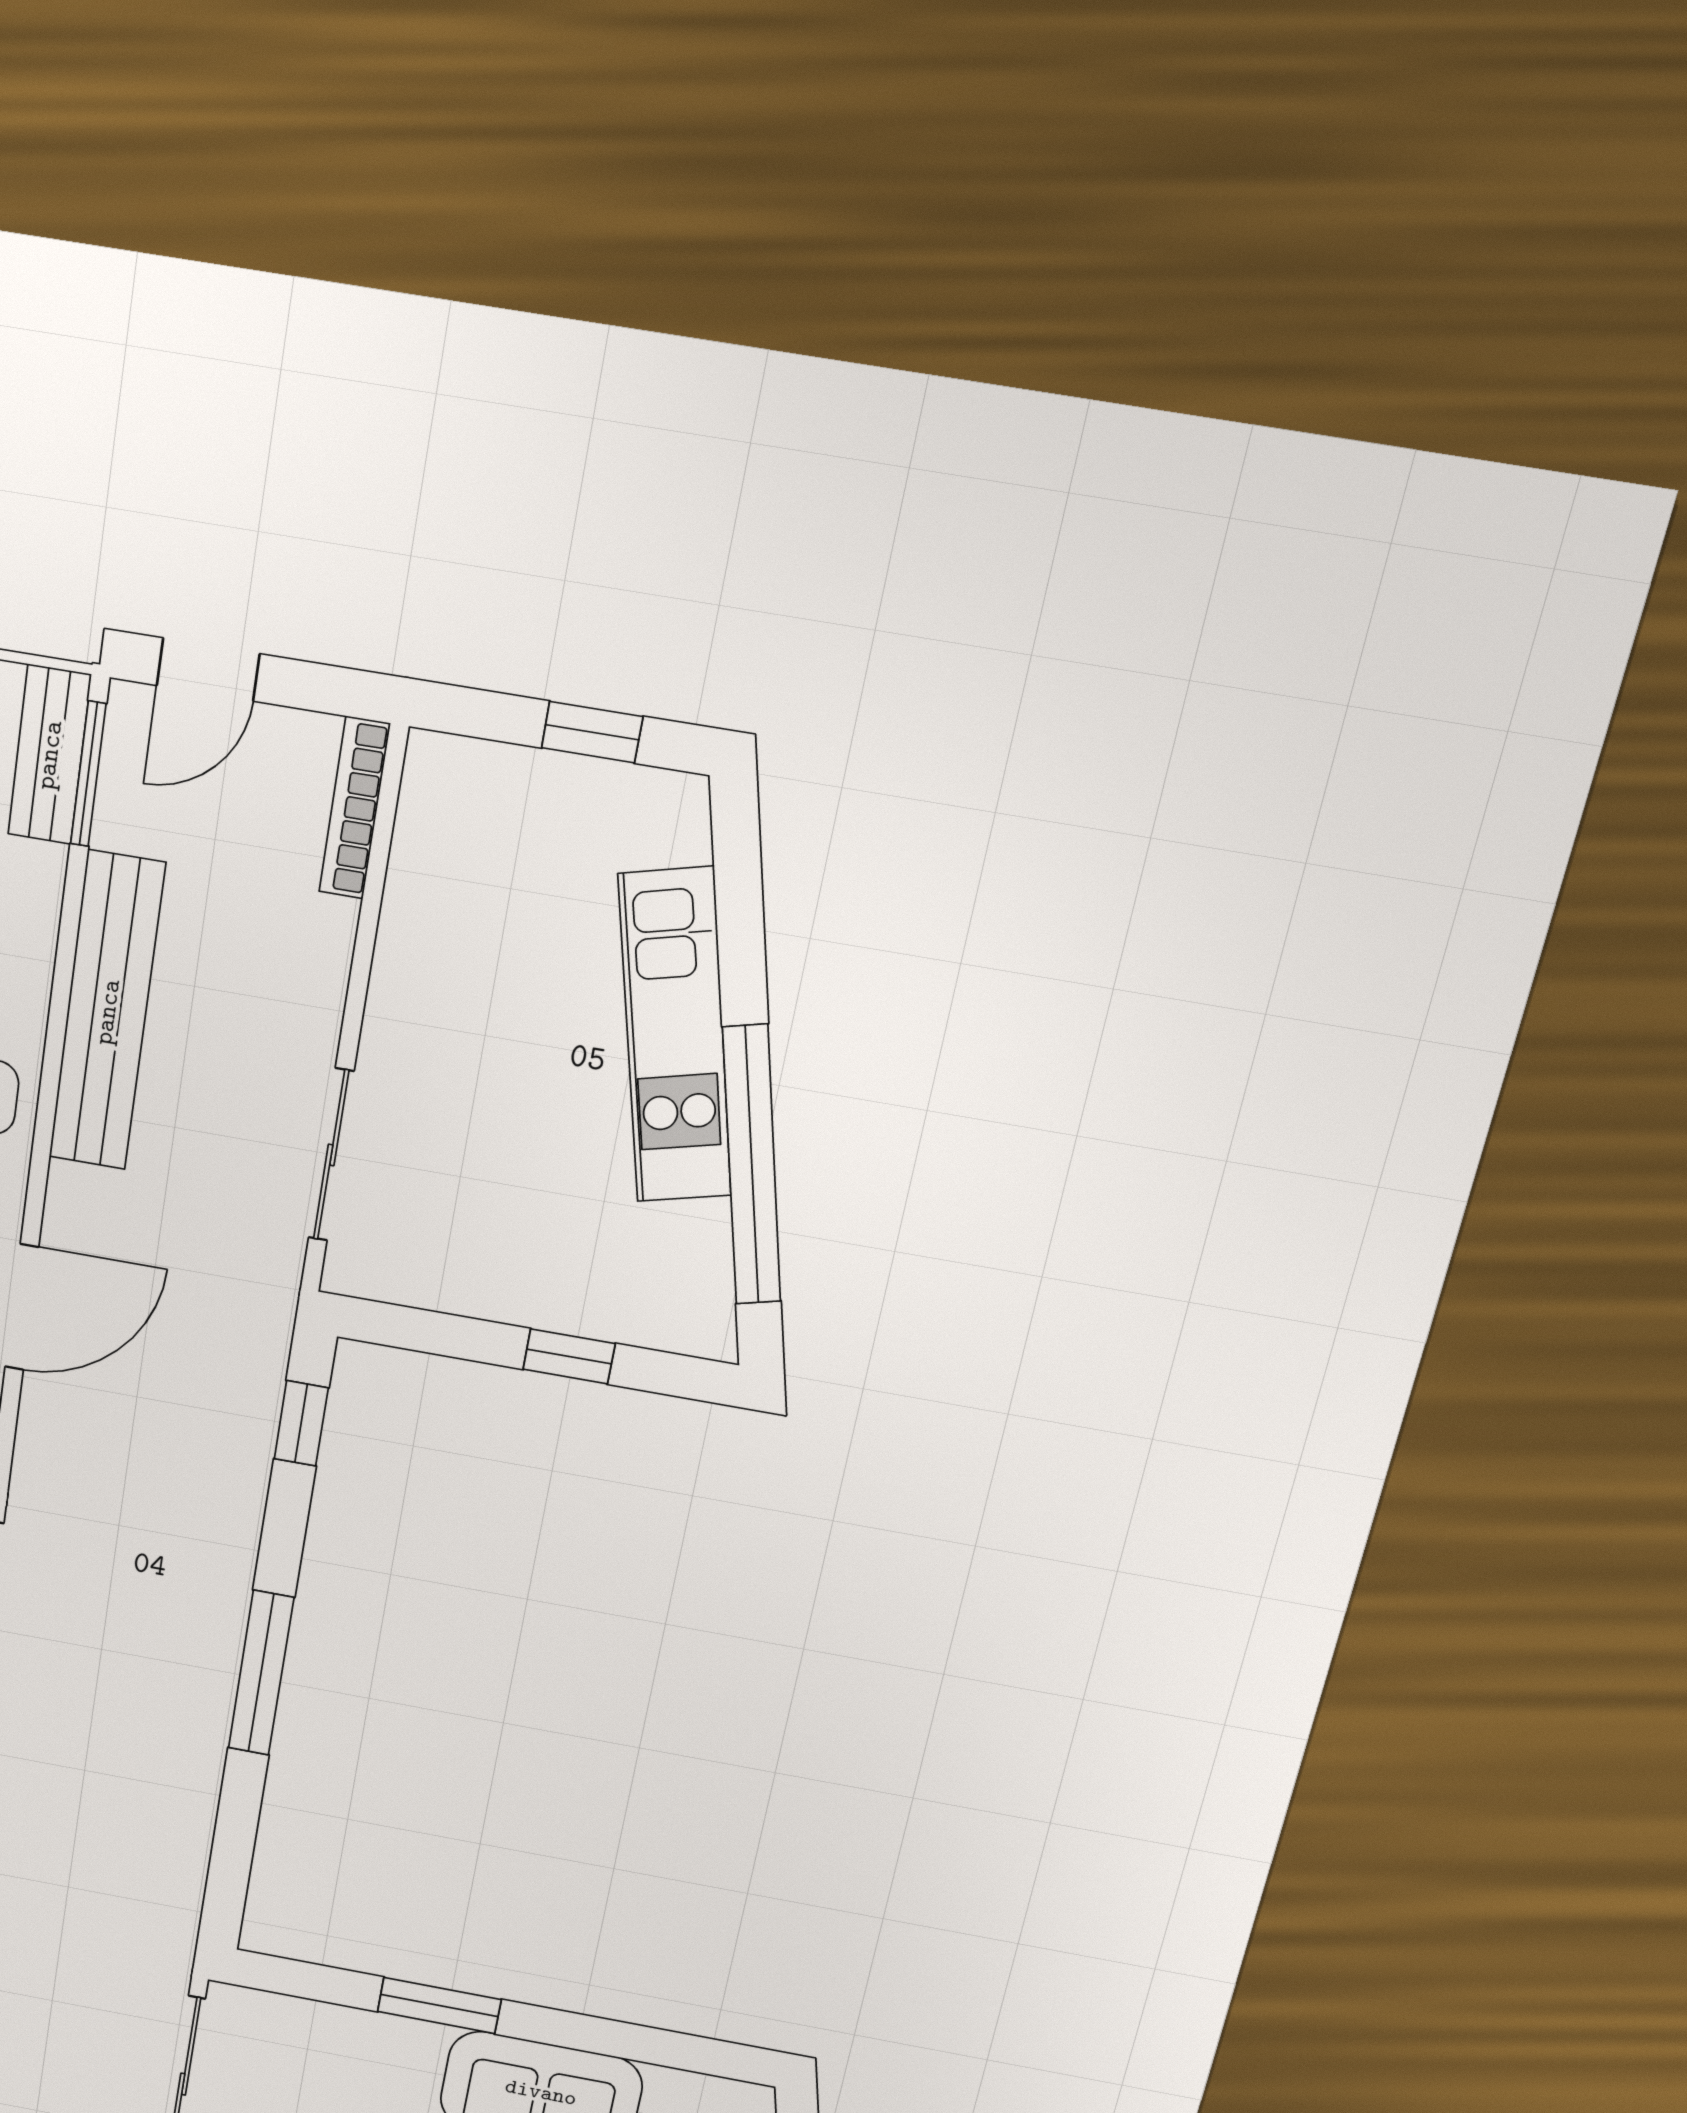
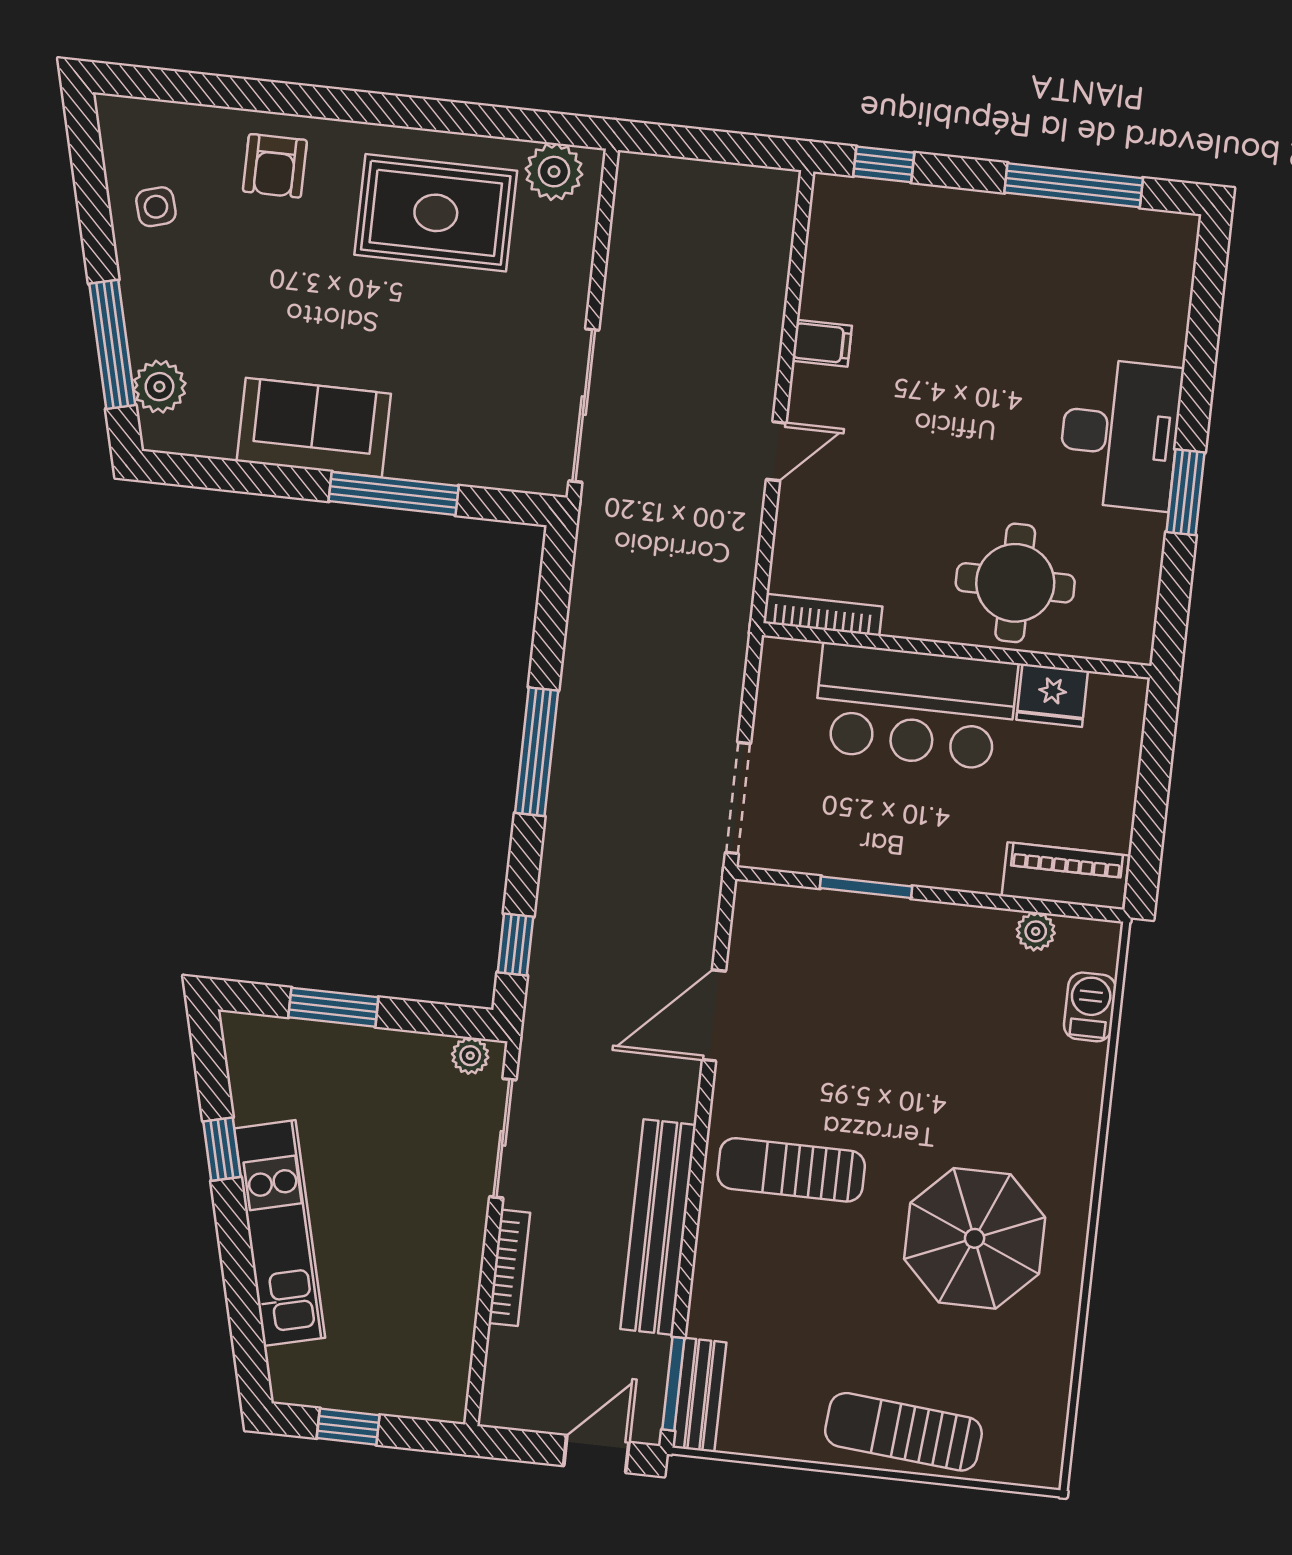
bookcase: (354, 808) -> (509, 1268), moved
window: (752, 1166) -> (222, 1149), width x0.32
plant: (373, 1275) -> (470, 1056), added
window: (569, 1356) -> (333, 1007), width x1.50
window: (439, 2005) -> (394, 493), width x1.44

